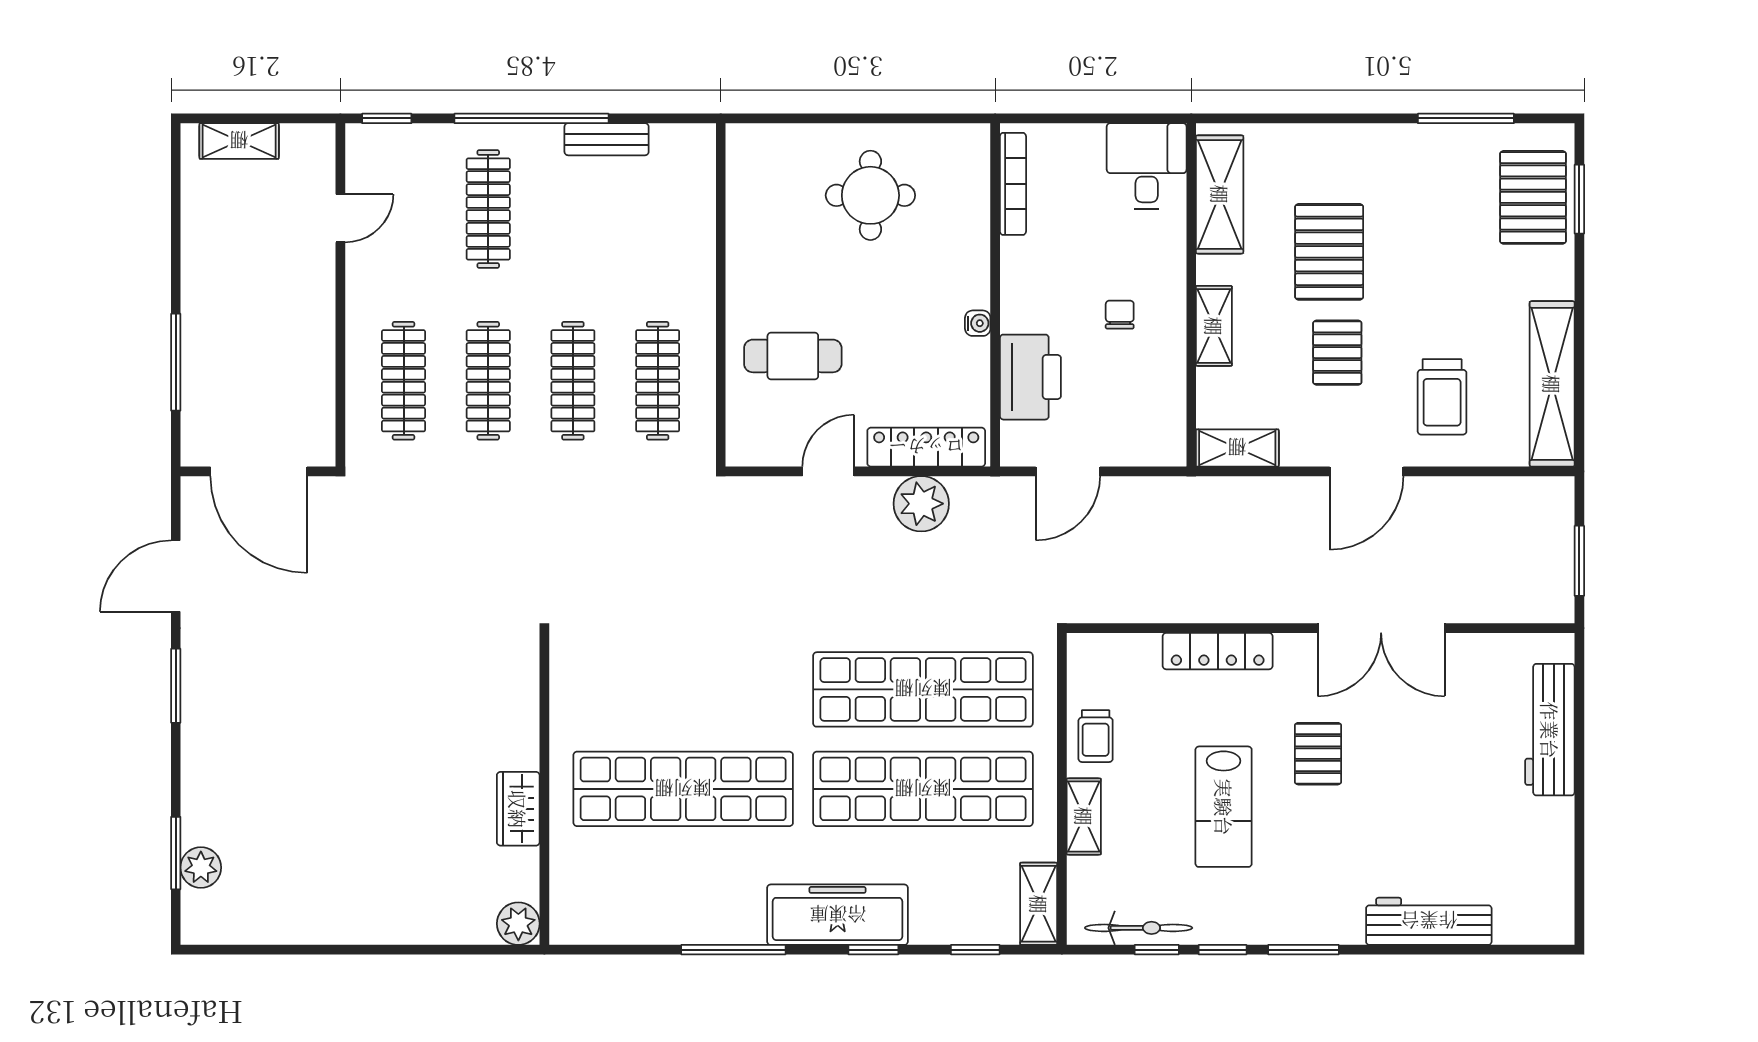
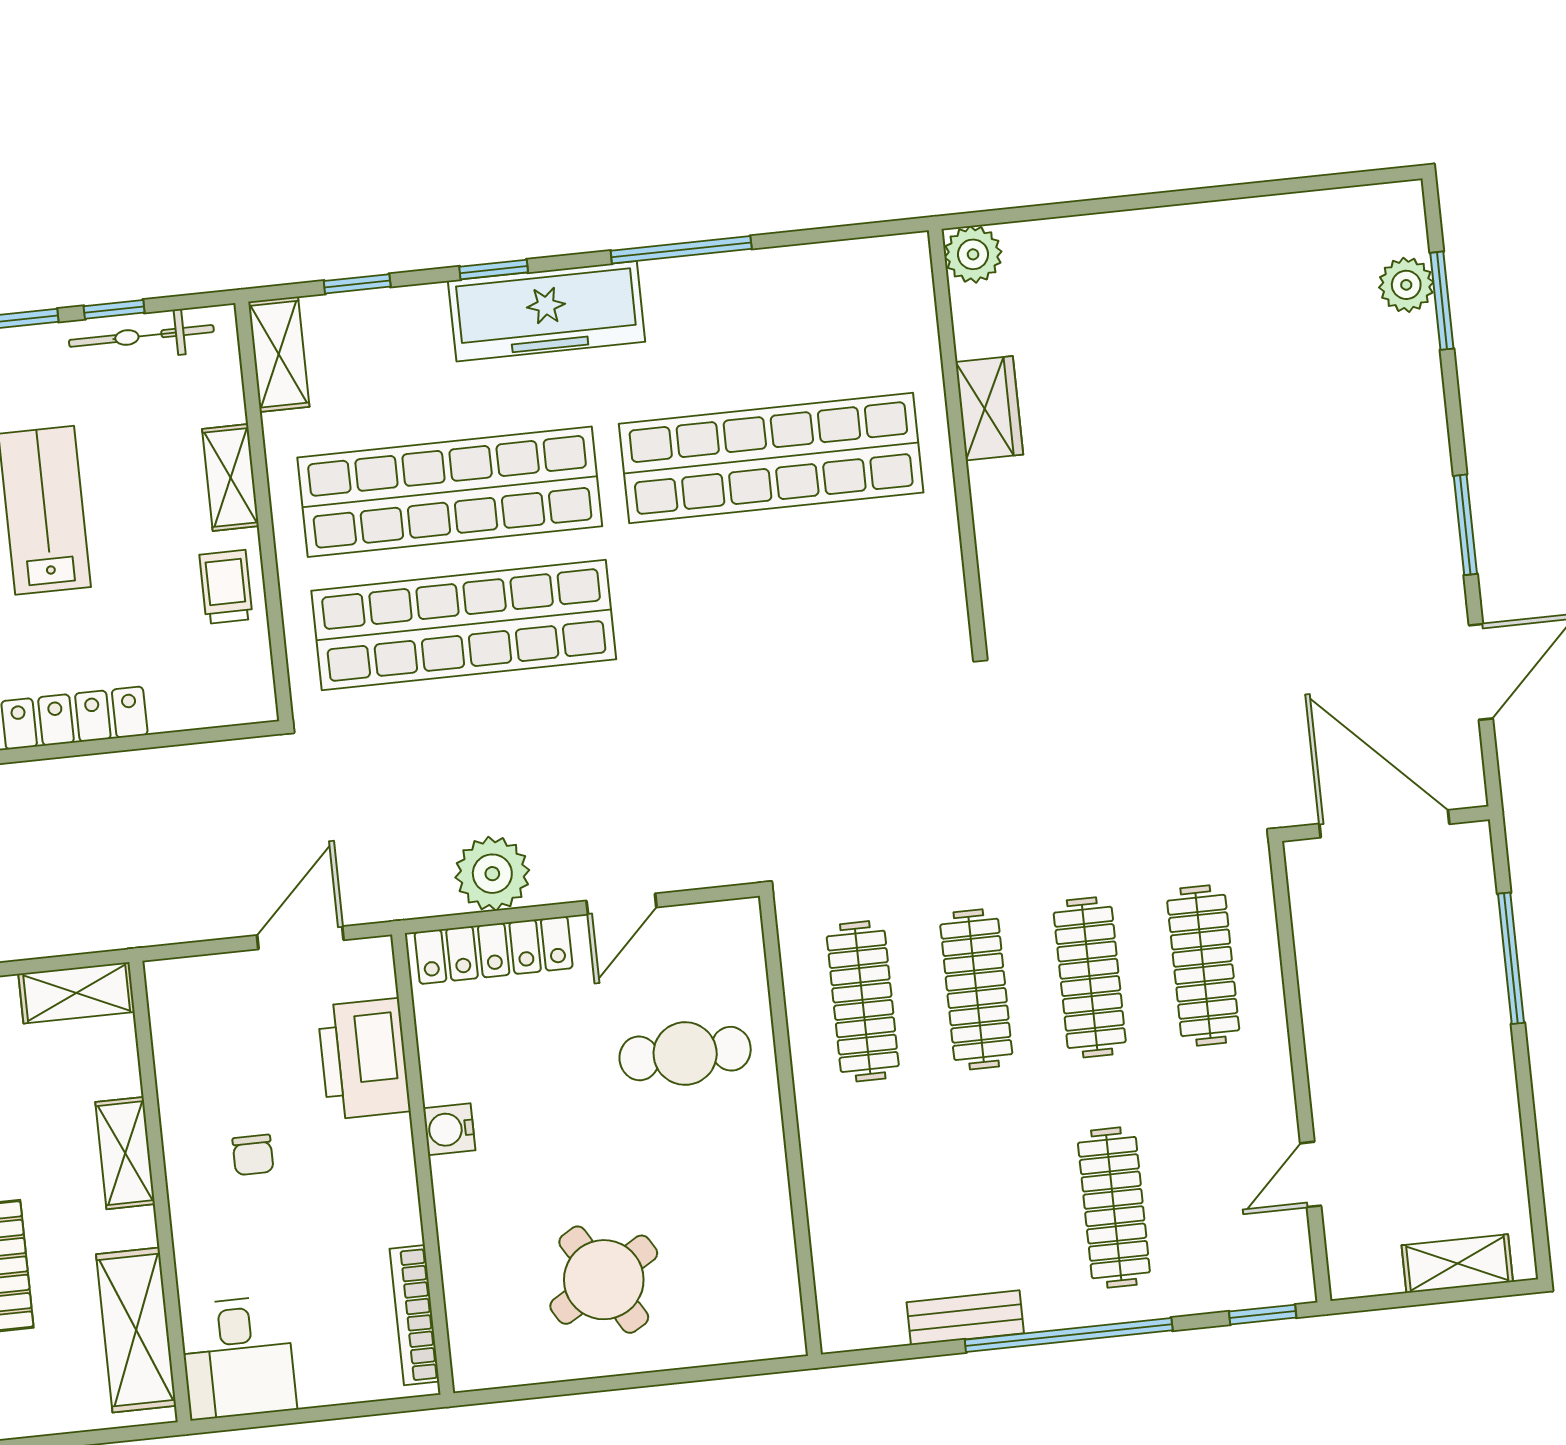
round table: (870, 195) -> (604, 1280), turned -31
water cooler: (978, 323) -> (449, 1129), width x1.38, depth x1.38

